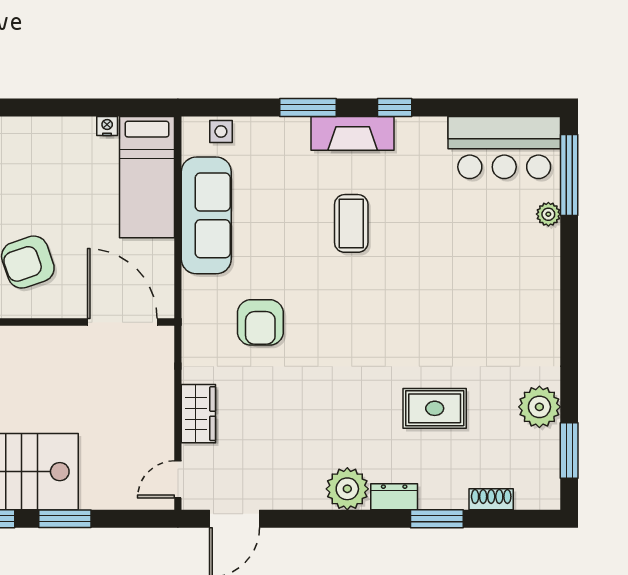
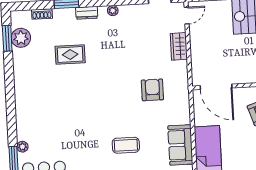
sofa: (206, 215) -> (180, 145), width x0.73
coffee table: (351, 223) -> (126, 145), moved, turned 90
plant: (539, 407) -> (21, 38), moved
plant: (347, 489) -> (113, 11), width x0.53, depth x0.53

